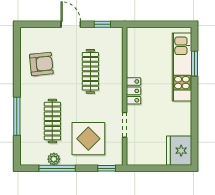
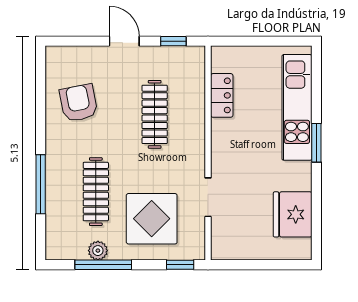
armchair: (41, 64) -> (79, 103), turned -95
window: (194, 64) -> (316, 143), moved
locker: (134, 91) -> (222, 95), moved
fridge: (179, 151) -> (293, 214), moved

